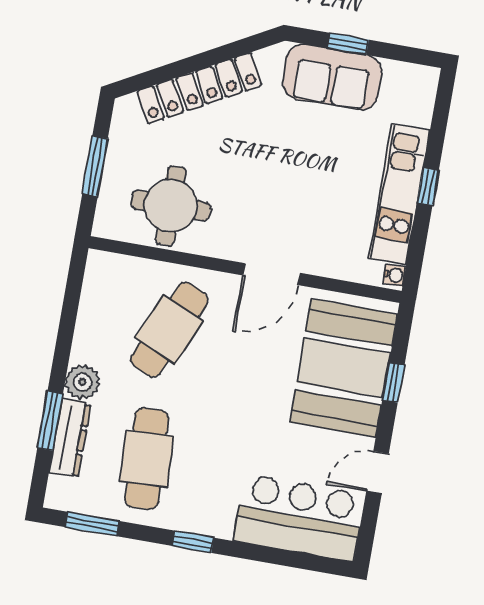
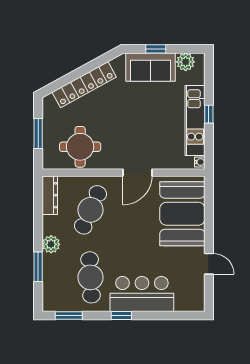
plant: (401, 79) -> (186, 62), added
window: (393, 383) -> (209, 217), removed
dresser: (70, 438) -> (50, 195), moved
door: (378, 473) -> (209, 264), swing flipped
bar counter: (299, 518) -> (142, 294), moved

